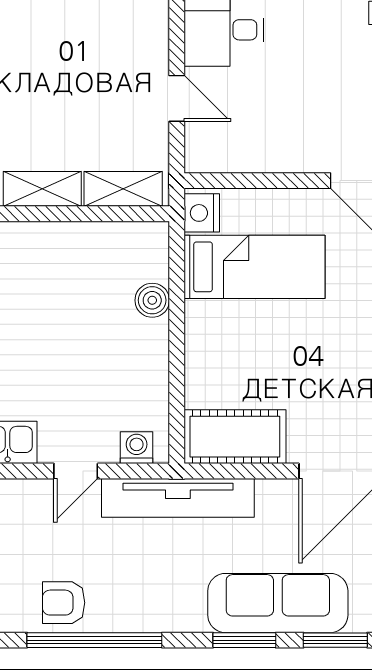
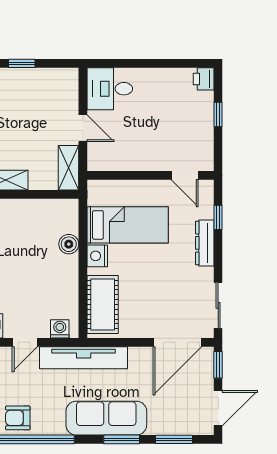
shelving: (123, 189) -> (69, 168), moved, turned 90
nightstand: (202, 213) -> (97, 256), moved
cot: (235, 437) -> (103, 305), moved, turned 90
sofa: (278, 603) -> (106, 418), moved

